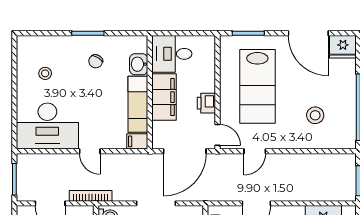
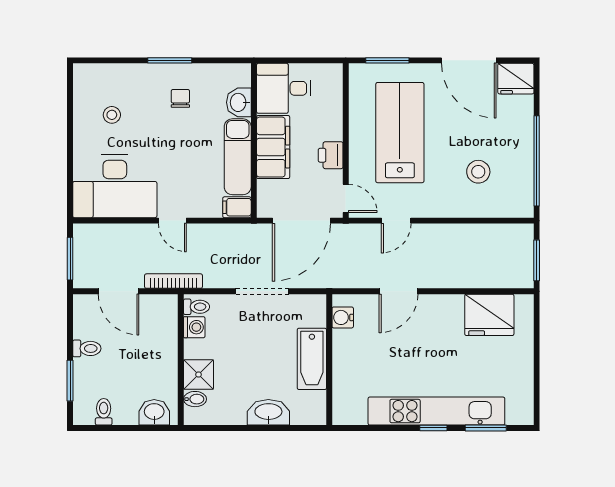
chair: (96, 61) -> (180, 98), turned 149
lab bench: (257, 86) -> (400, 133), turned 180

